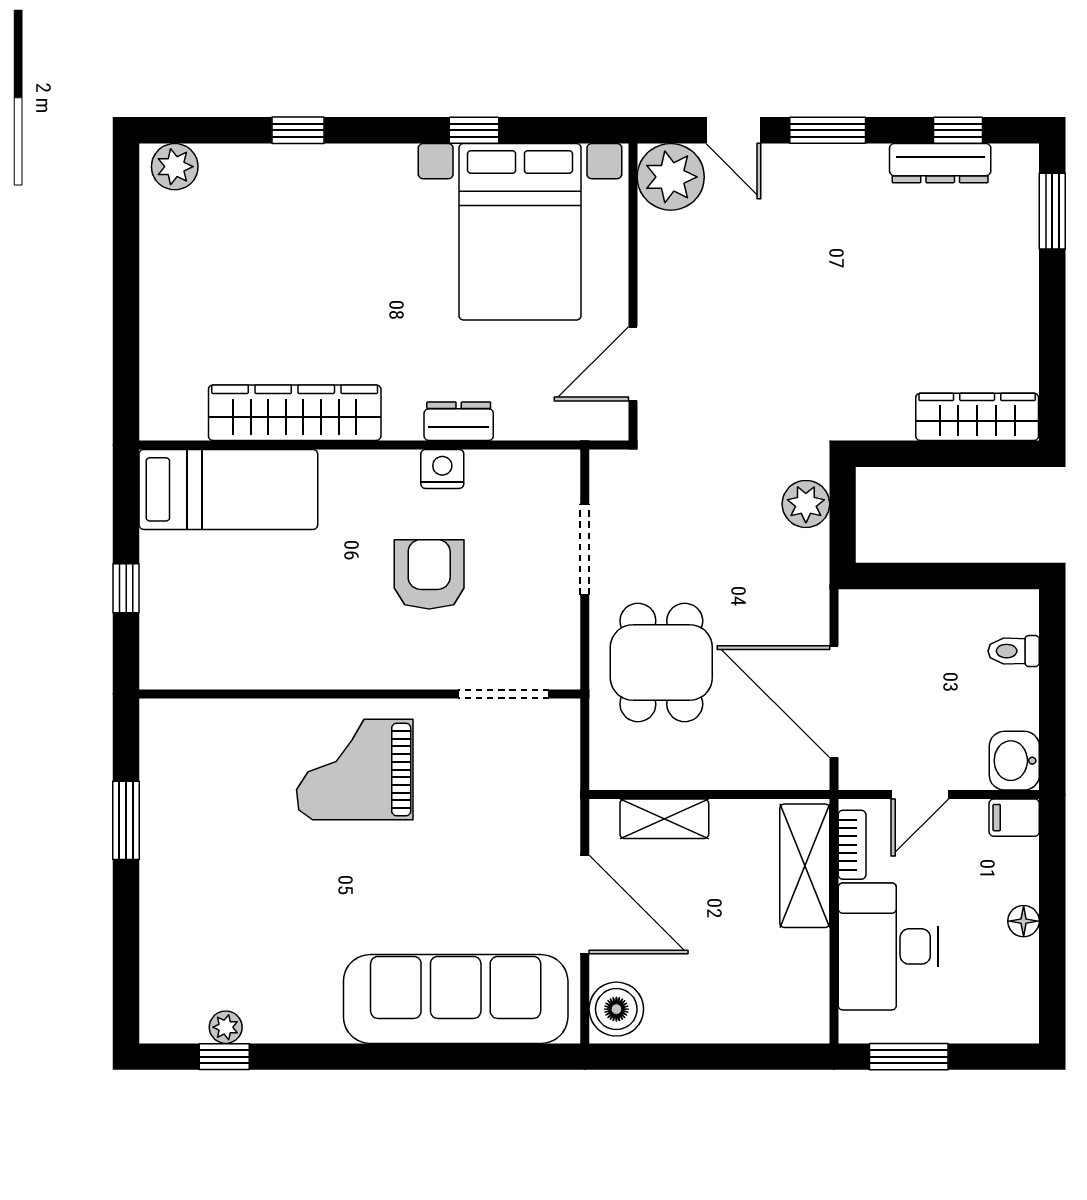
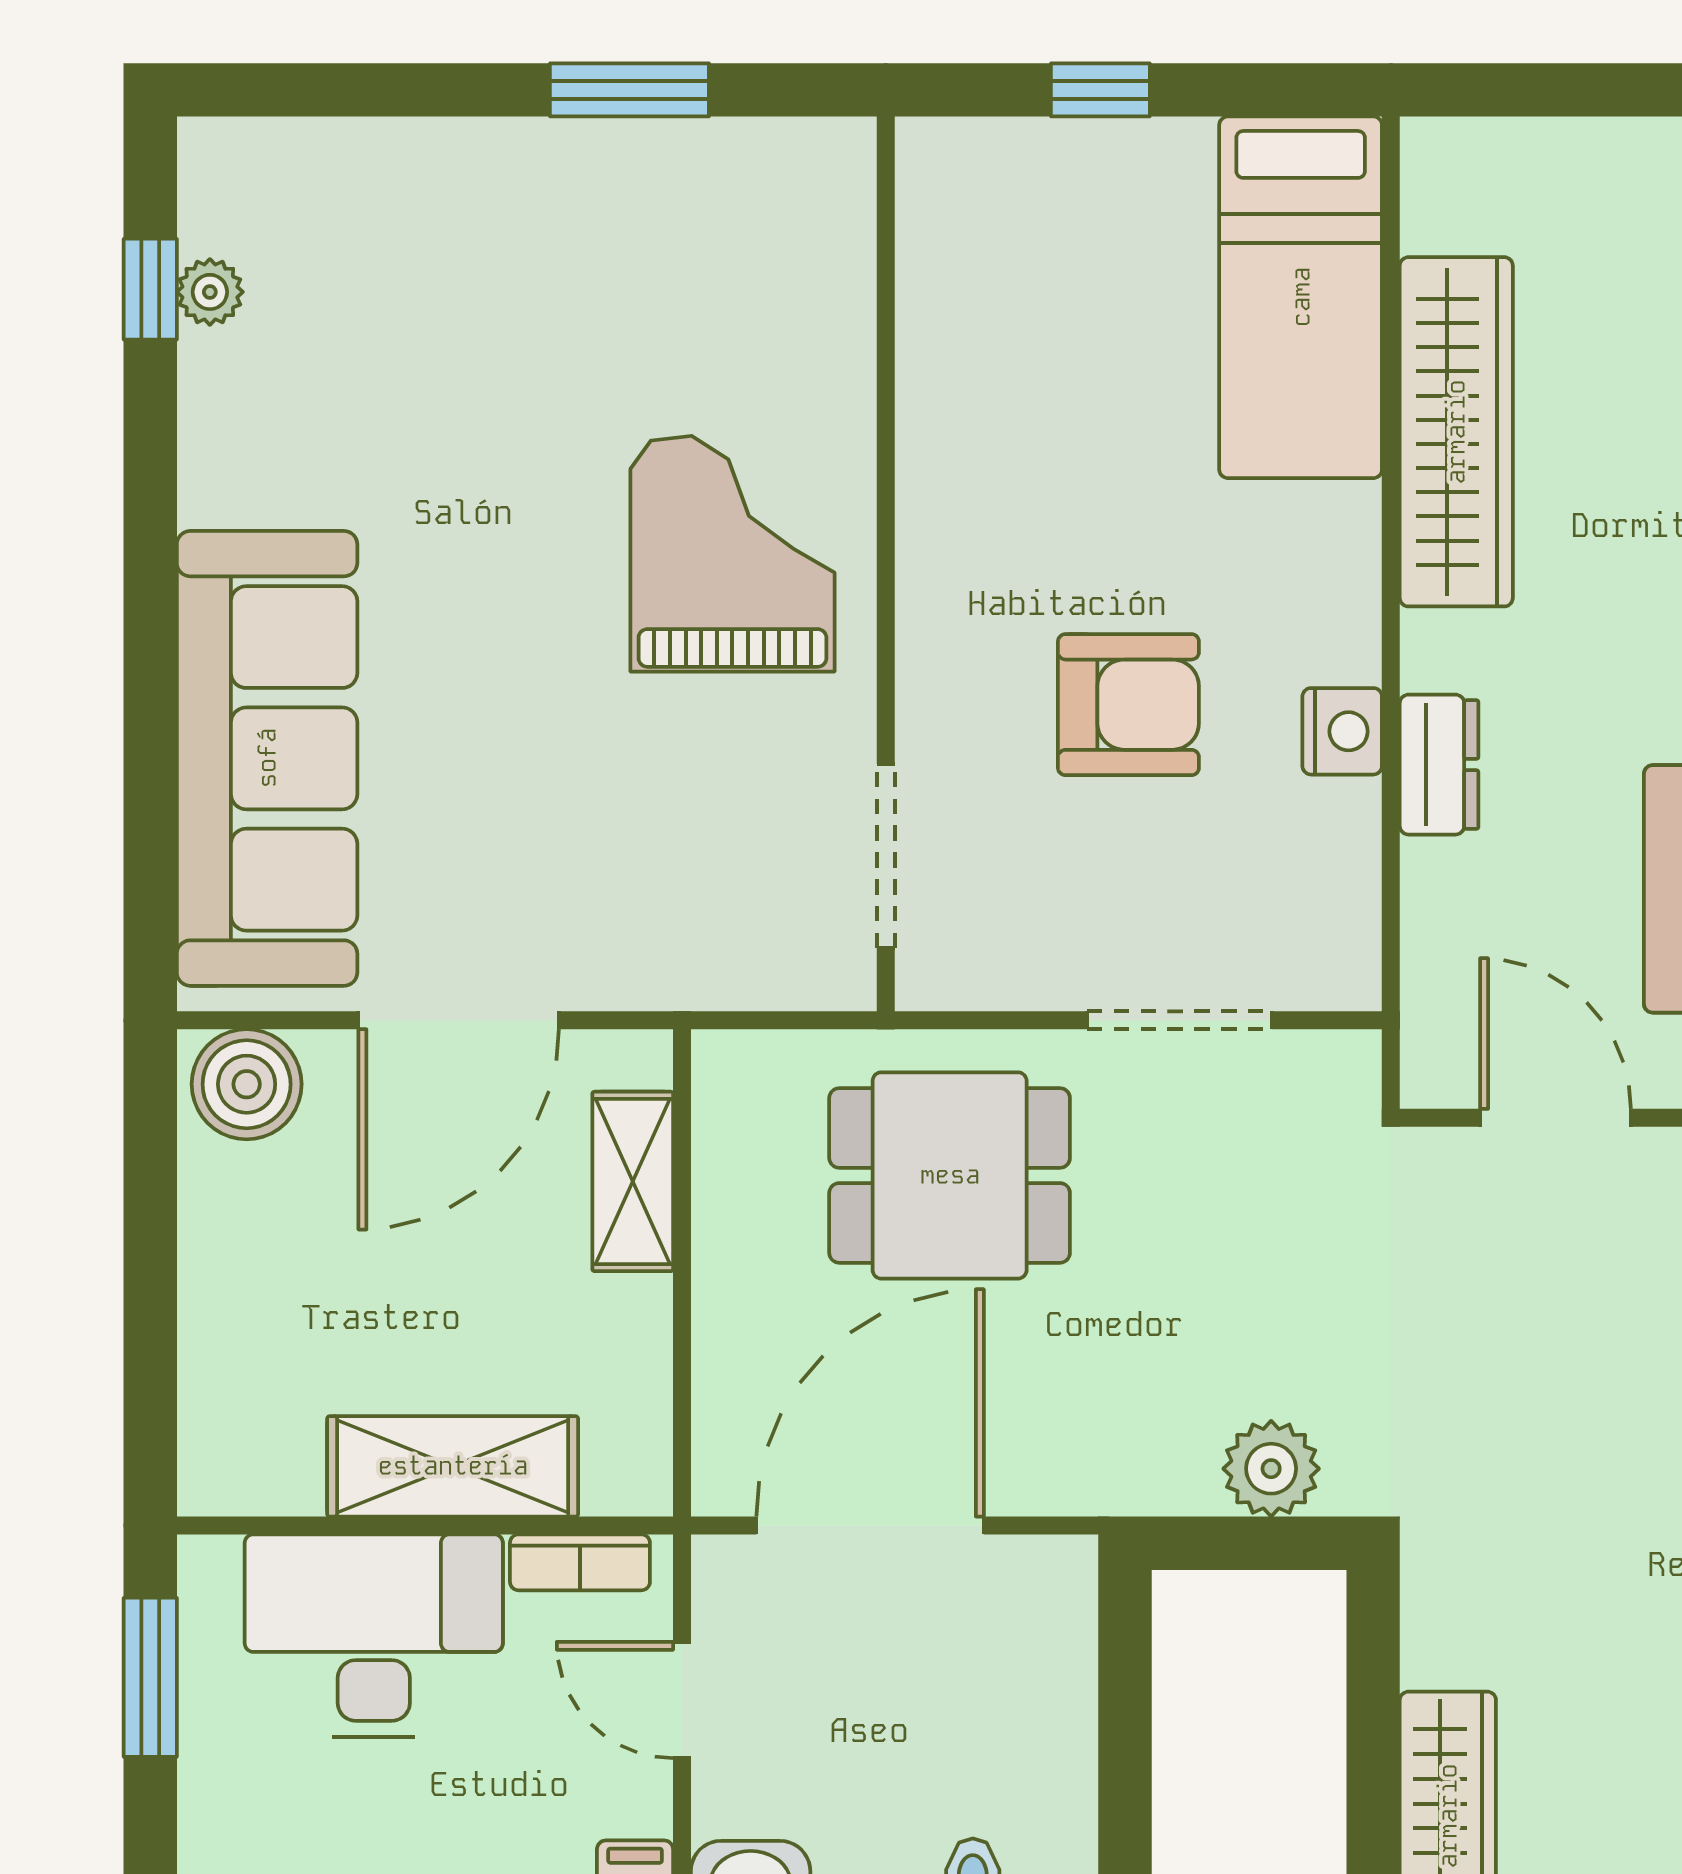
shelving: (805, 866) -> (453, 1466), moved

